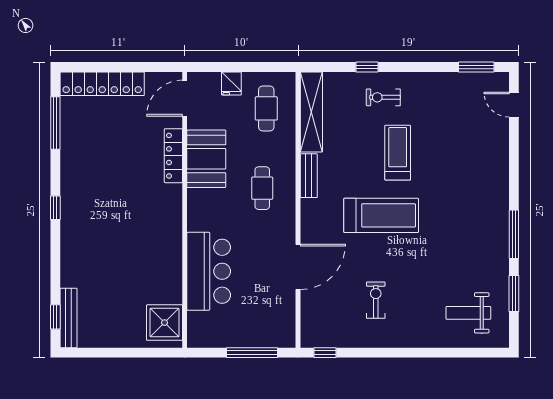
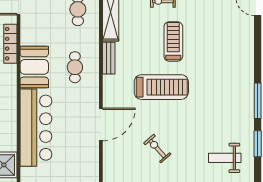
booth: (206, 159) -> (34, 67), moved
bar counter: (209, 271) -> (36, 128), width x1.36
exercise bike: (376, 300) -> (157, 149), turned -41

